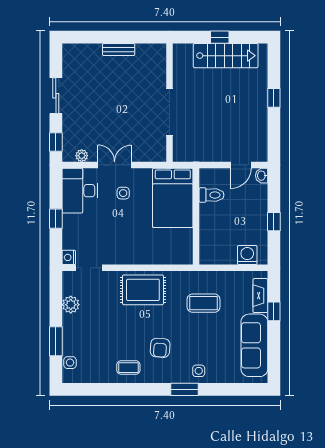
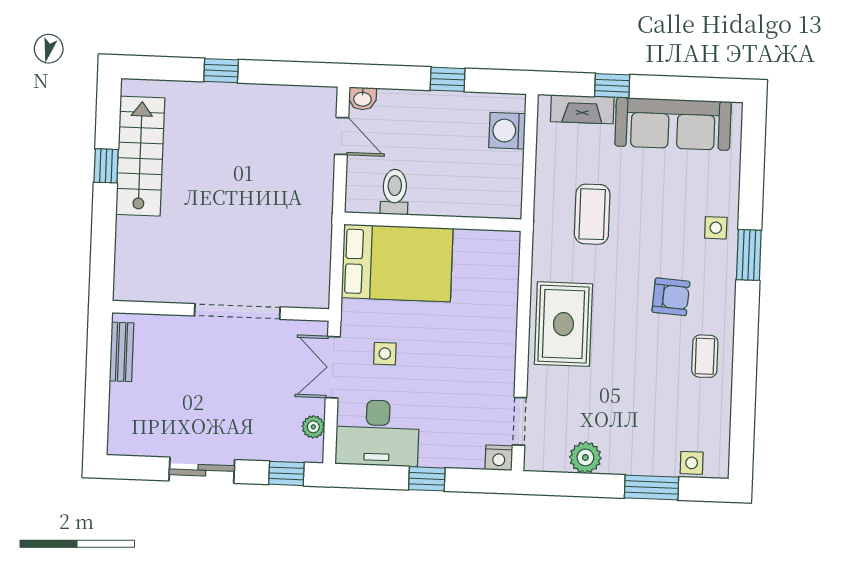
wall: (170, 103) -> (221, 311), moved
doorway: (170, 112) -> (237, 311), moved

